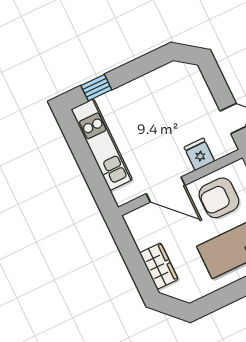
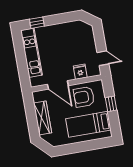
wardrobe: (159, 266) -> (43, 118), width x1.50

